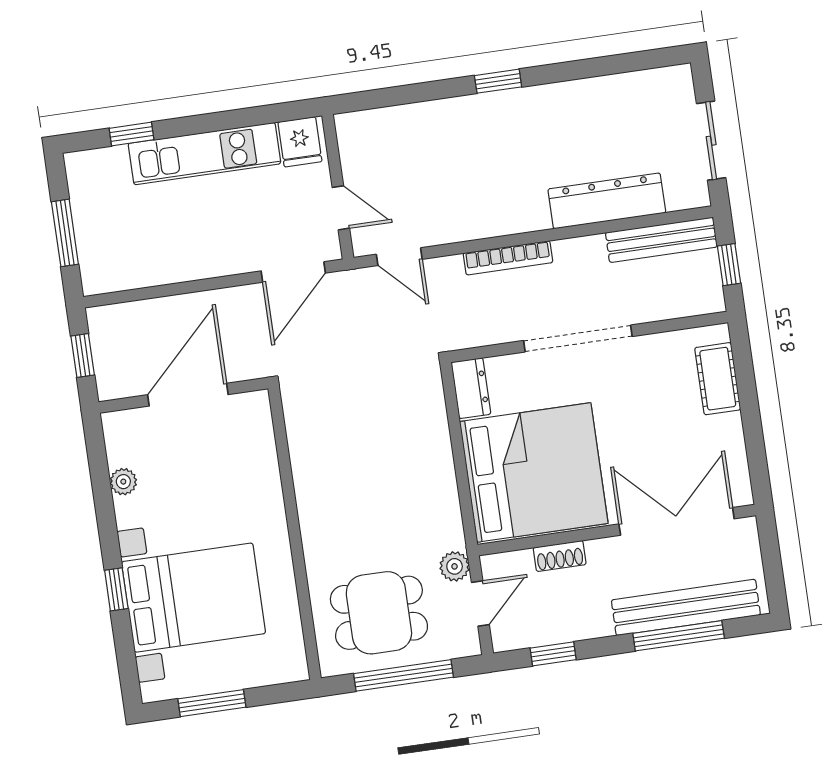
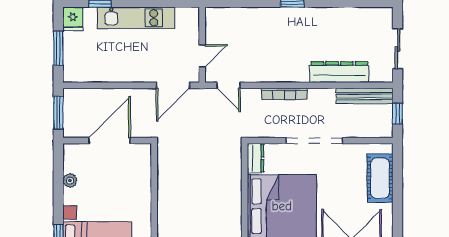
fridge: (300, 142) -> (73, 19), moved
door: (341, 208) -> (202, 56), hinge flipped
window: (83, 356) -> (58, 113), width x1.50
cot: (718, 379) -> (380, 178), width x1.37, depth x1.34

